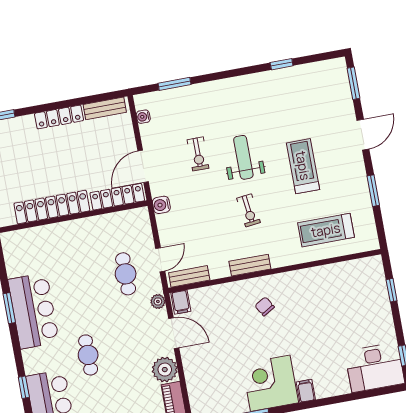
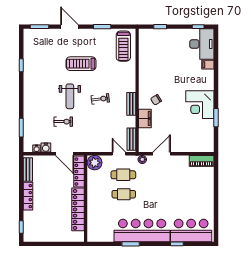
weight bench: (243, 157) -> (70, 96), turned -90
water cooler: (161, 205) -> (46, 148), moved
treadmill: (326, 230) -> (123, 46), moved
filing cabinet: (181, 302) -> (145, 118), moved, width x2.00
bar counter: (34, 311) -> (142, 231), width x1.36
cafe table: (88, 355) -> (124, 194), moved
plant: (165, 370) -> (95, 163), moved
filing cabinet: (306, 391) -> (208, 65), moved

